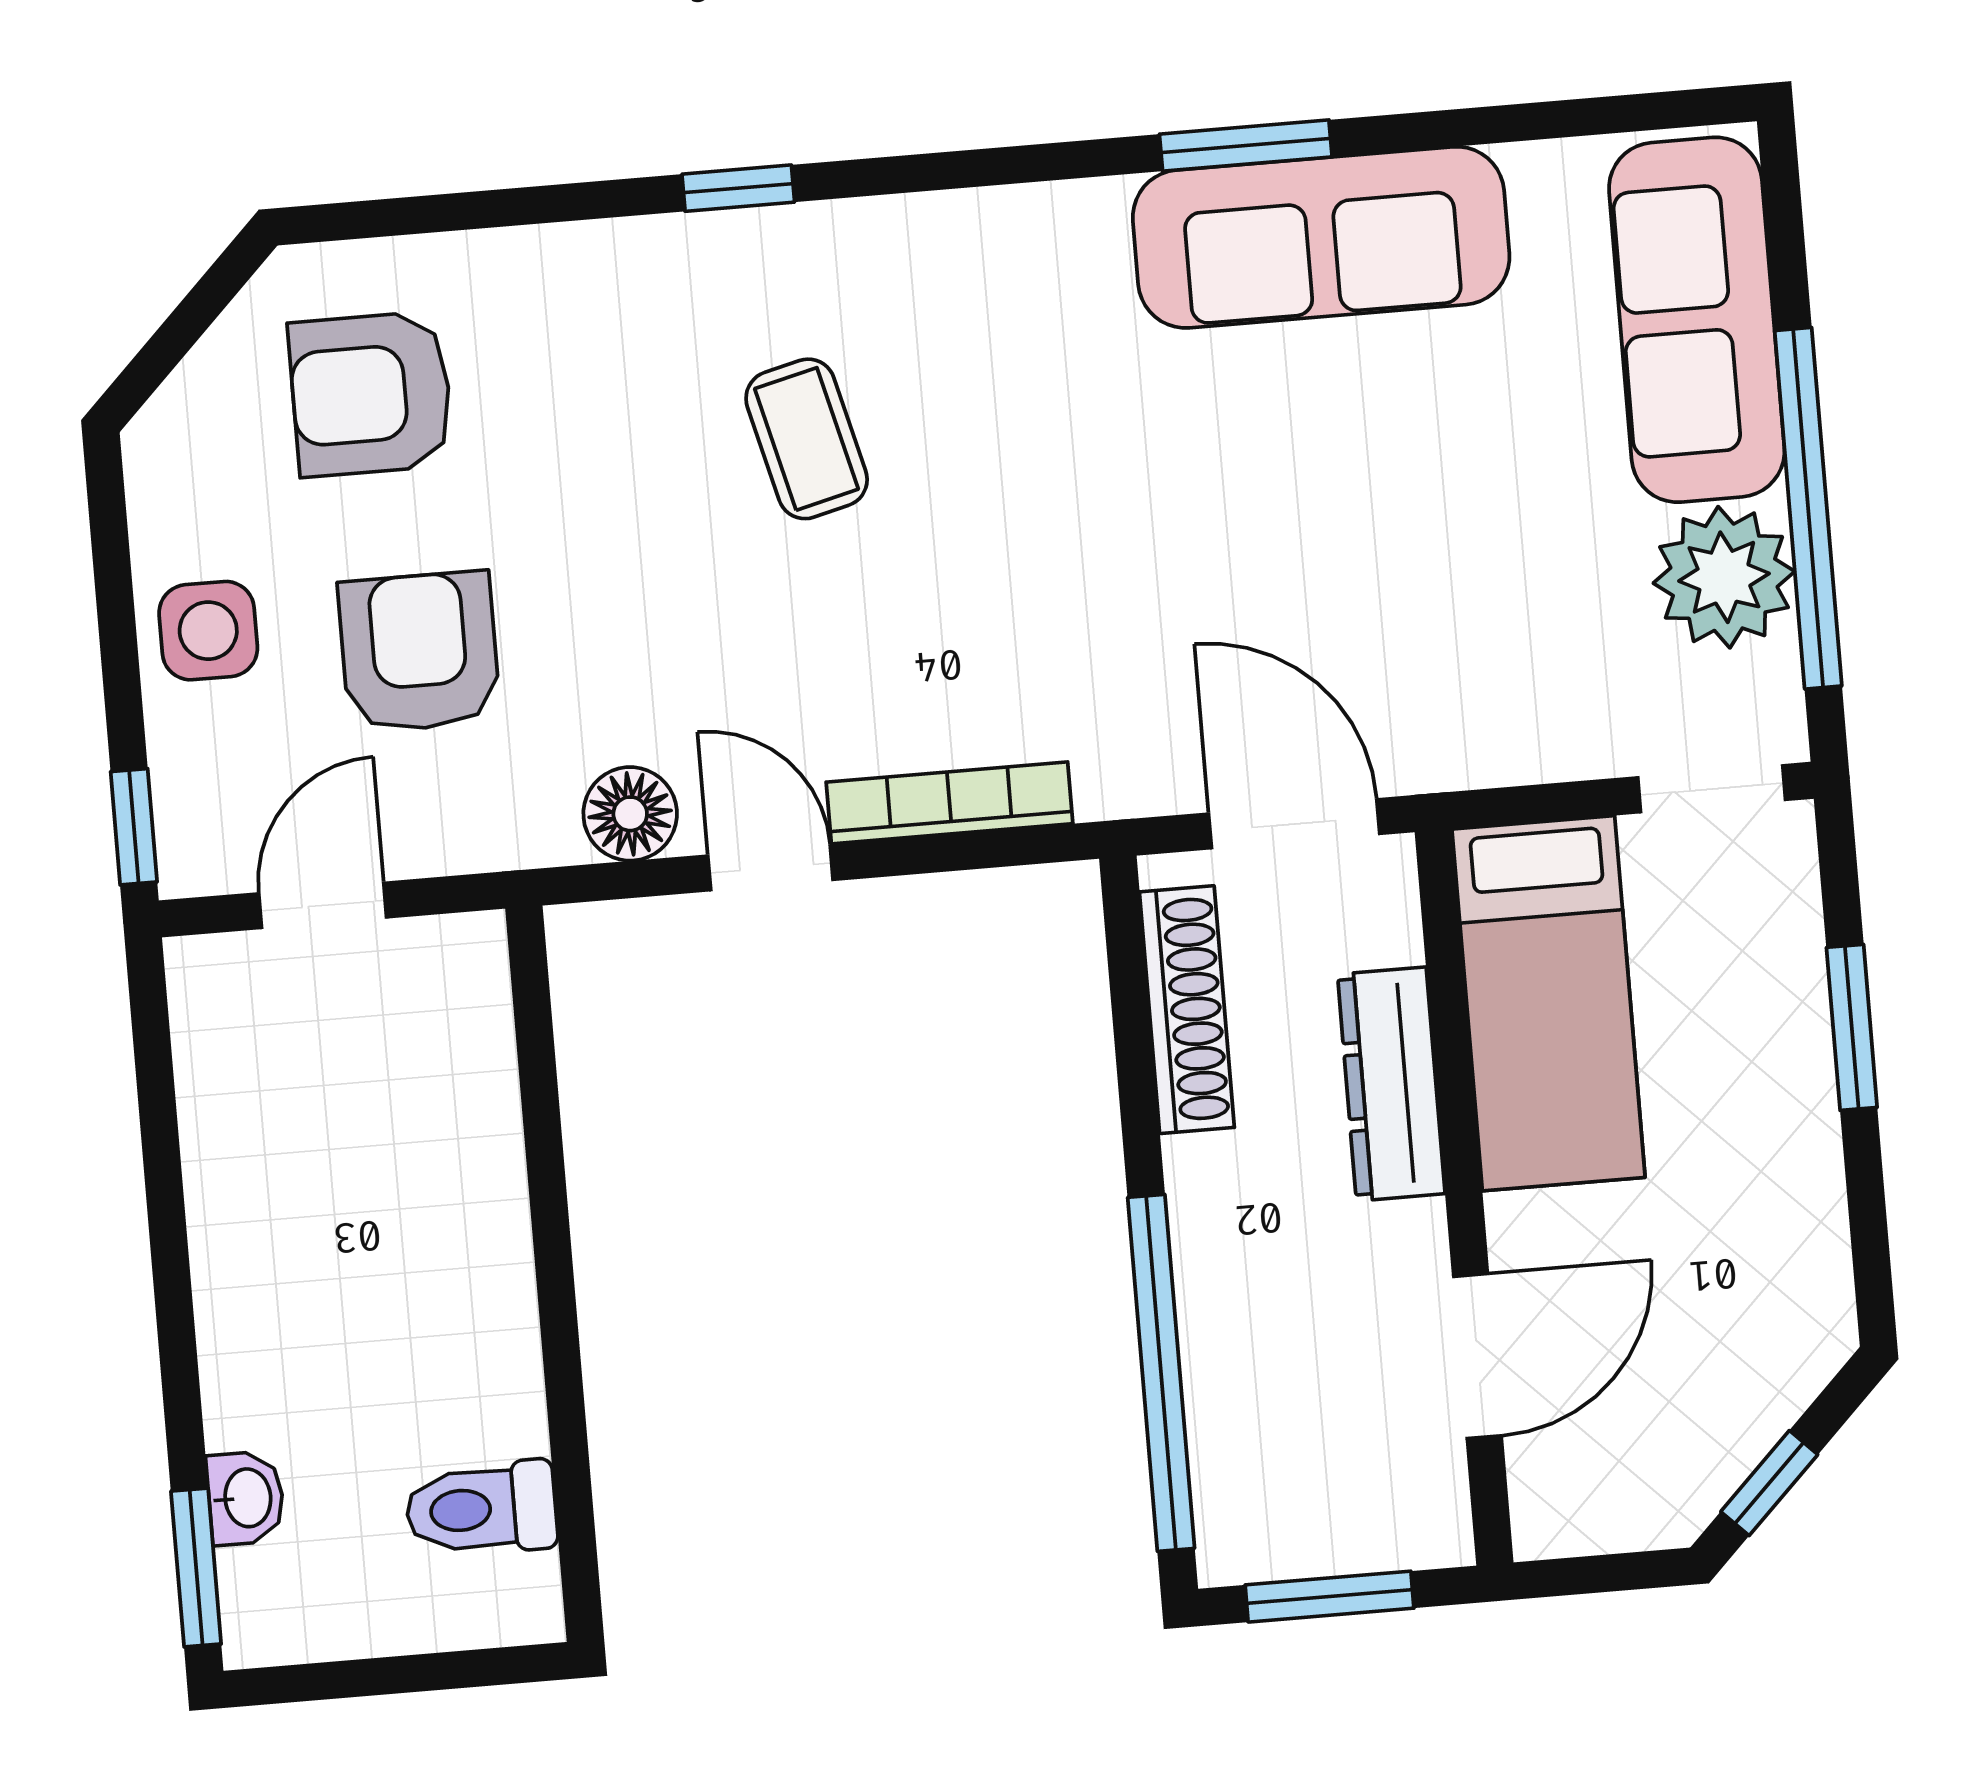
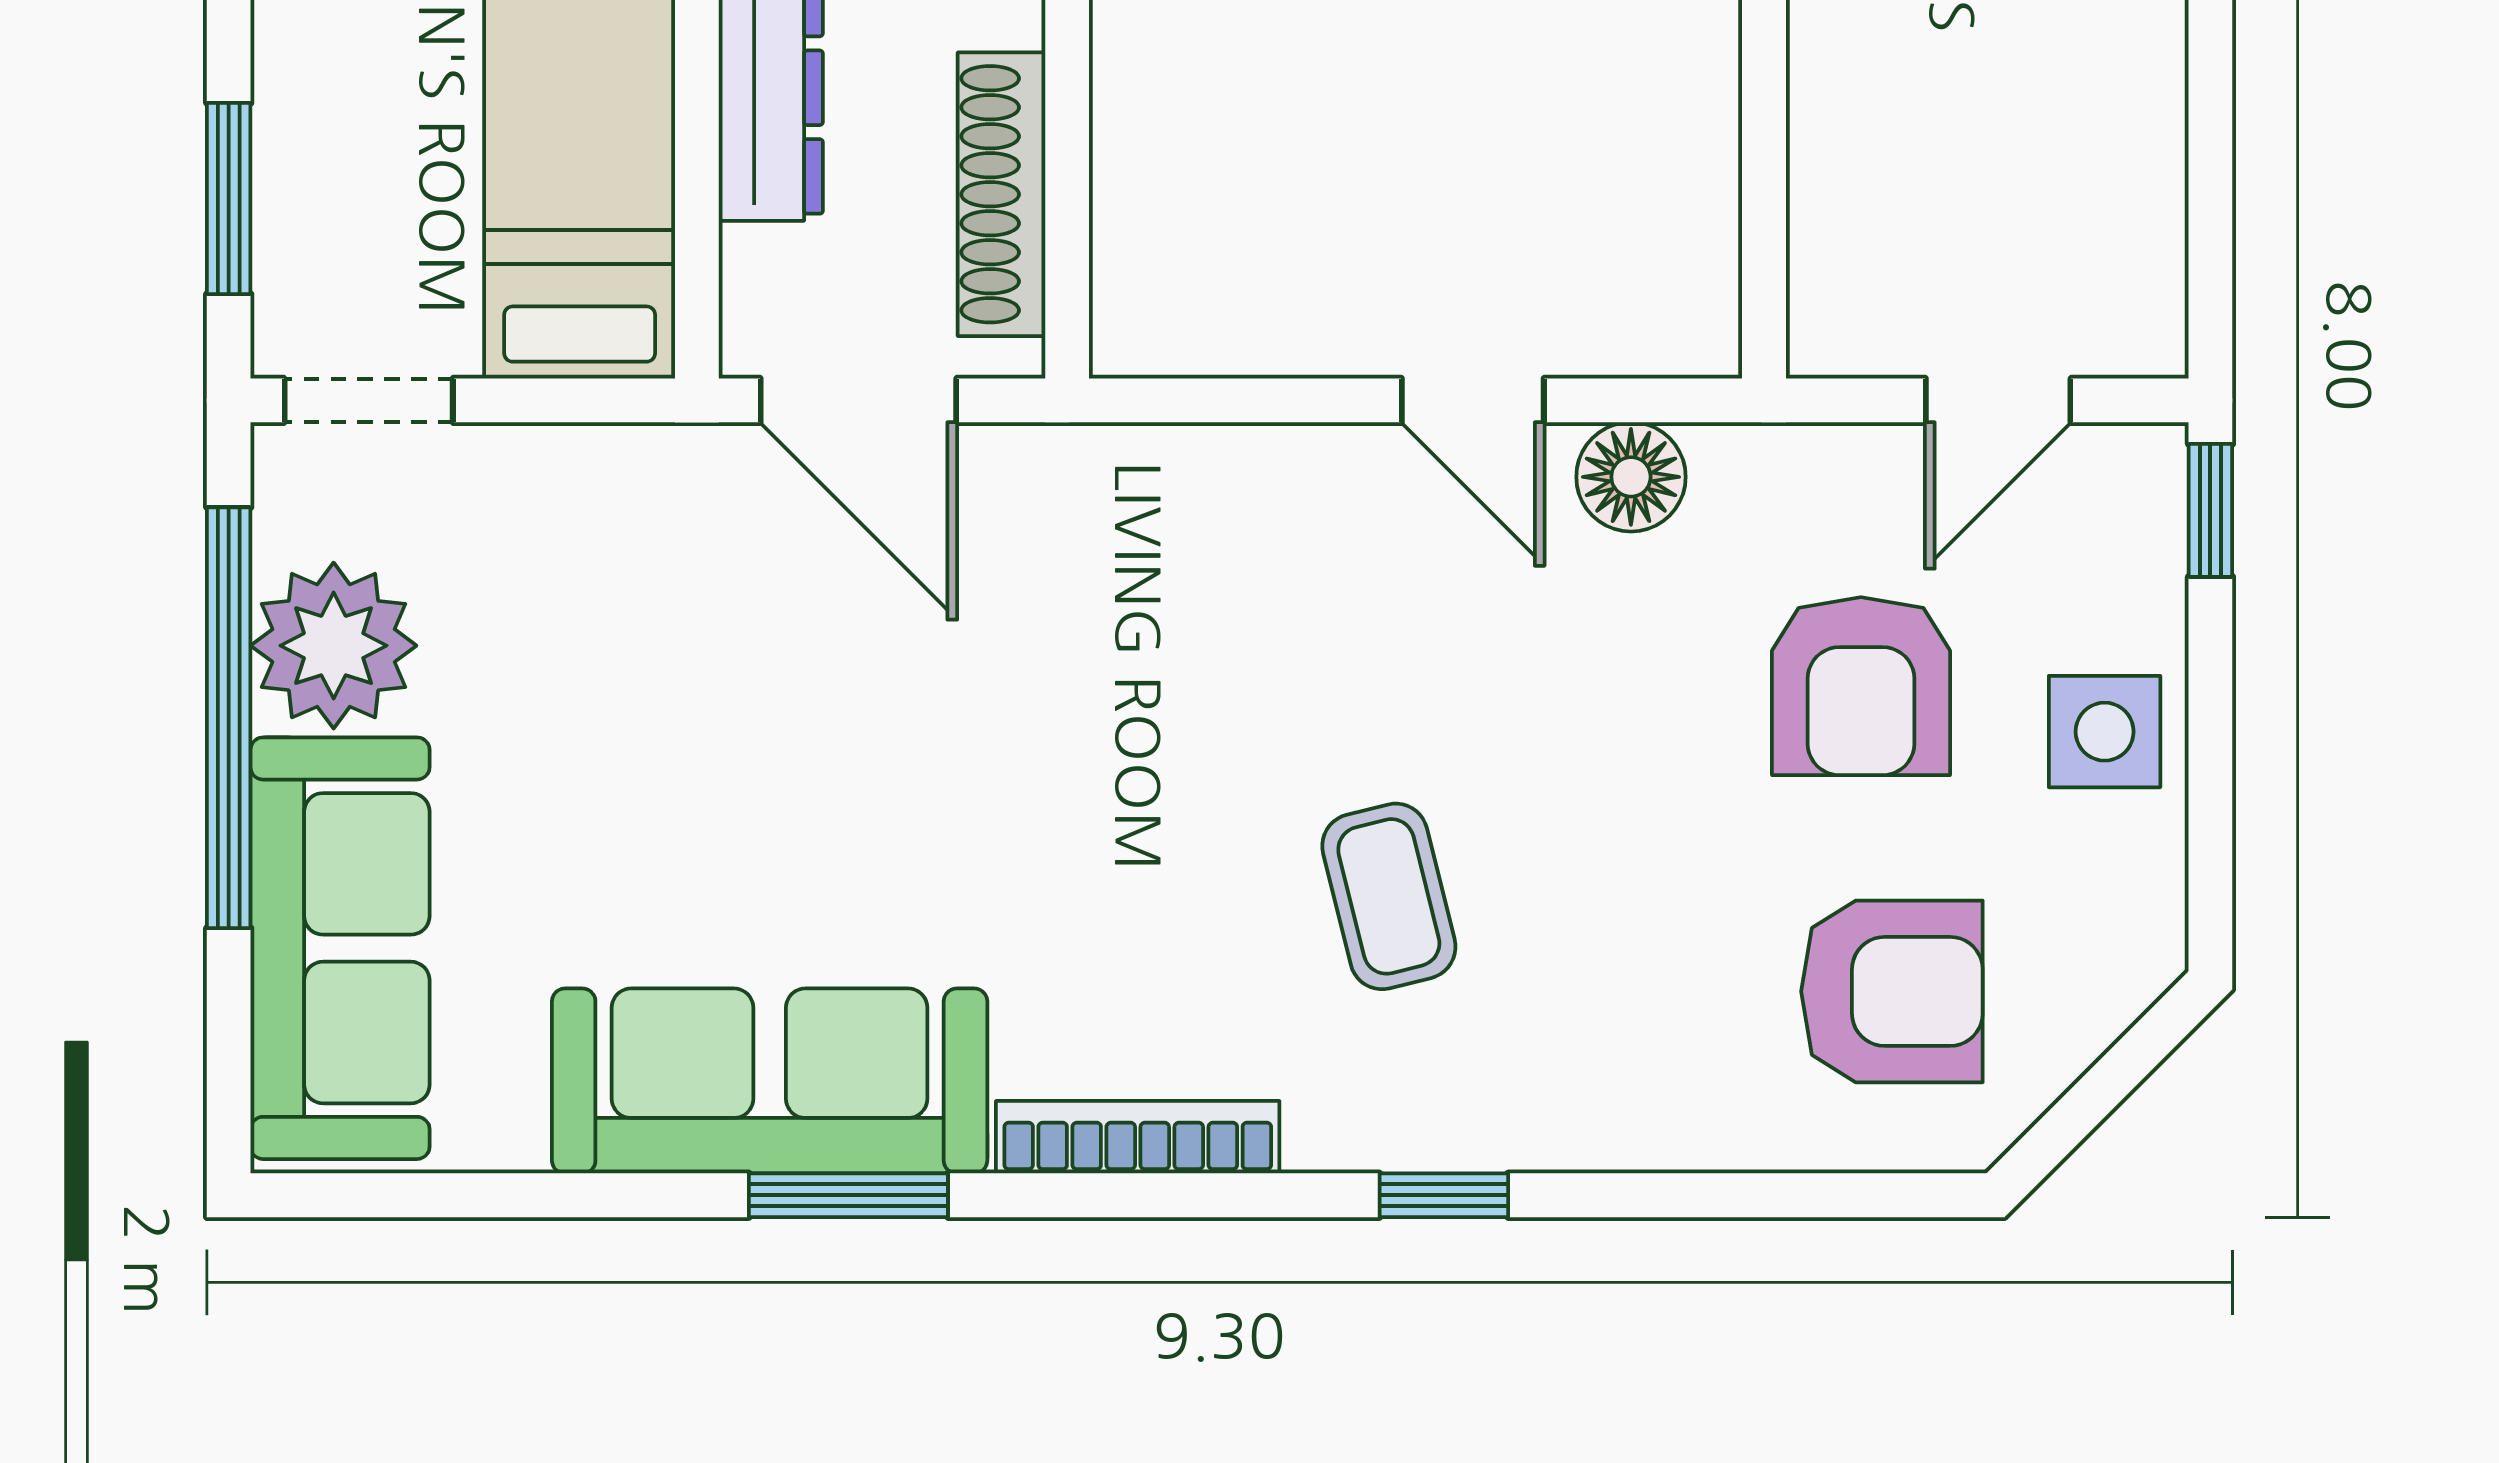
bookcase: (950, 803) -> (1138, 1137), moved, turned 180
window: (1852, 1027) -> (229, 199), moved

